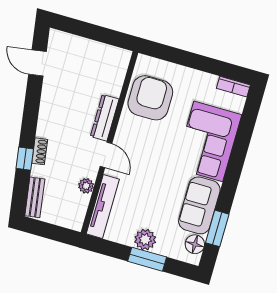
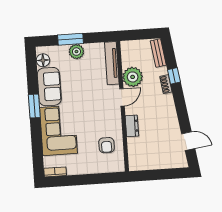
armchair: (150, 98) -> (107, 145), width x0.53, depth x0.53
dresser: (105, 118) -> (132, 126), width x0.70
door: (106, 155) -> (122, 97), swing flipped
plant: (86, 186) -> (133, 77), width x1.88, depth x1.88
window: (217, 228) -> (34, 106), moved

